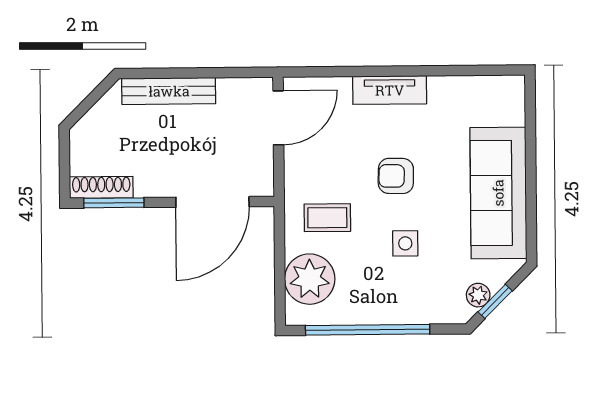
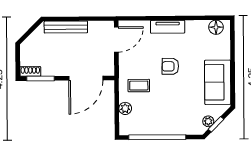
floor lamp: (495, 91) -> (216, 27), added
shoe rack: (101, 187) -> (30, 71), width x0.70
sofa: (498, 193) -> (218, 82), width x0.73
side table: (405, 243) -> (175, 97), removed
plant: (310, 279) -> (125, 108), width x0.53, depth x0.53

